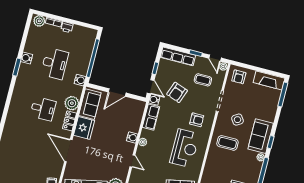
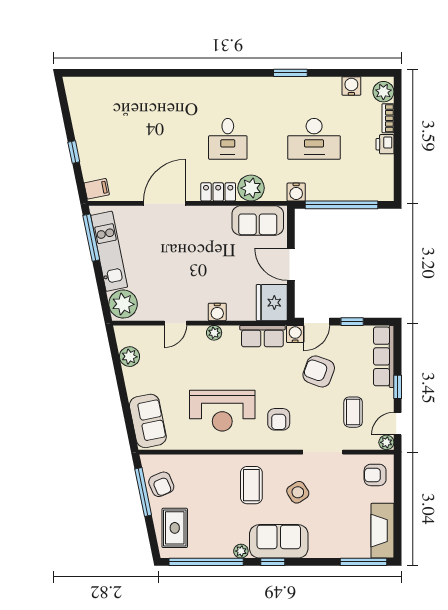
water cooler: (26, 58) -> (351, 86), moved
fridge: (84, 128) -> (272, 303), moved, turned 90

